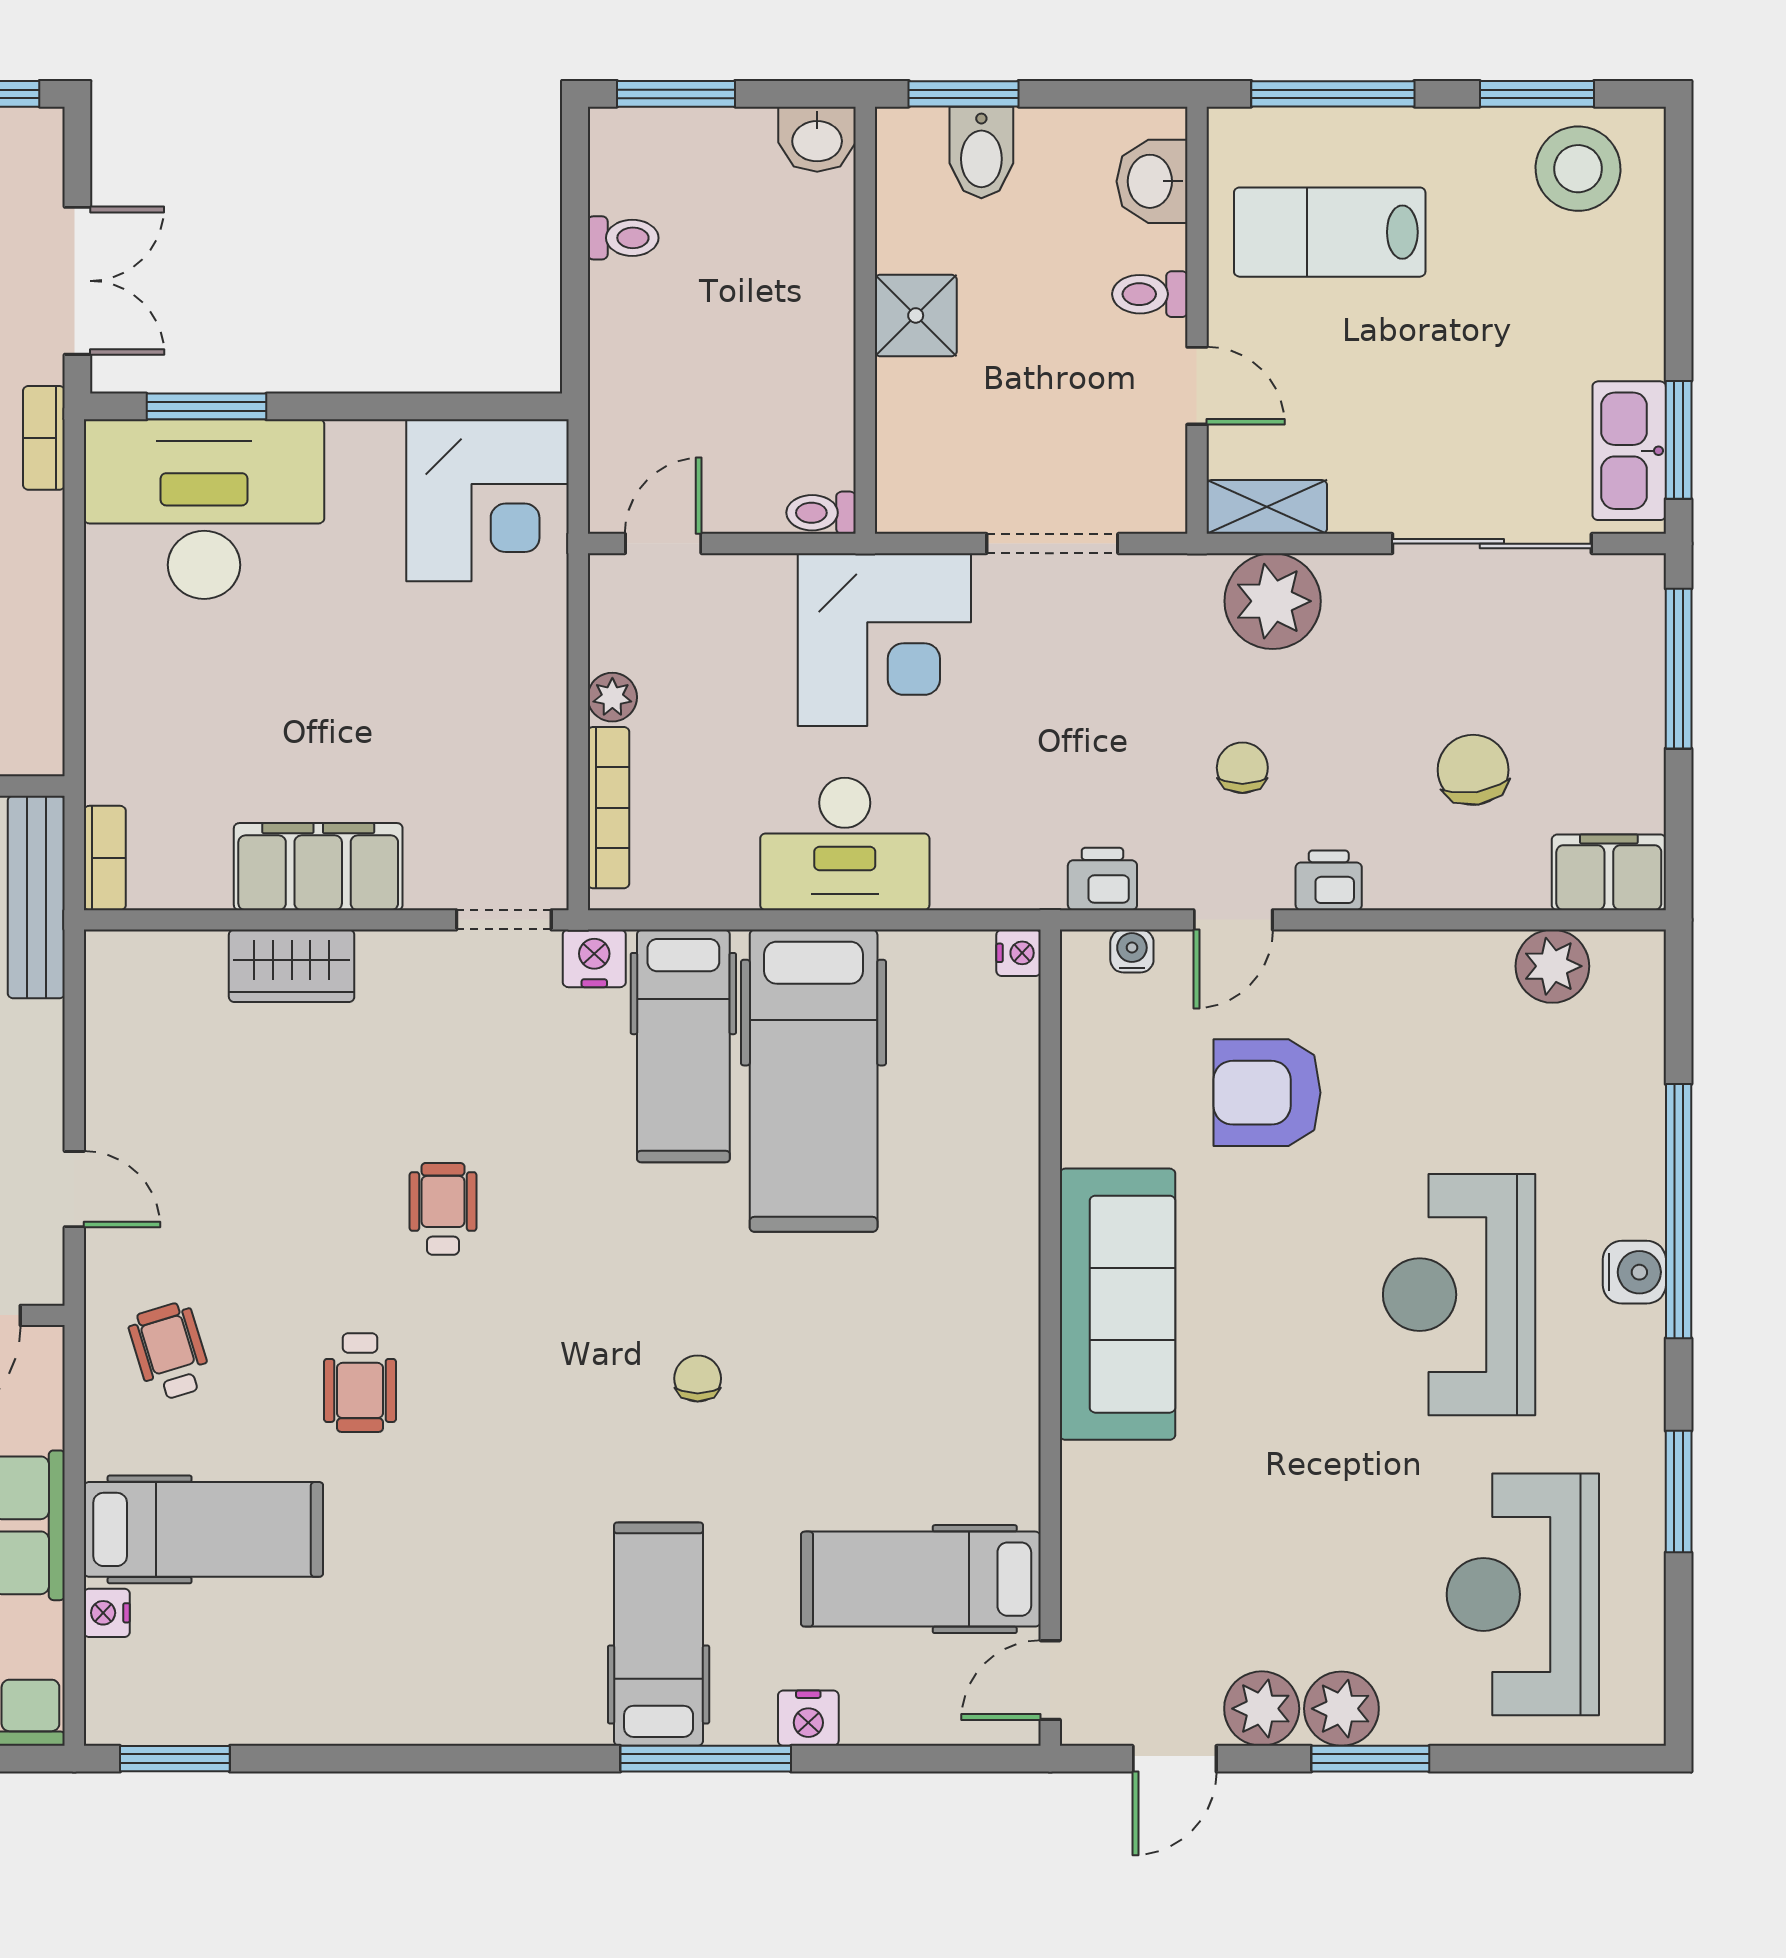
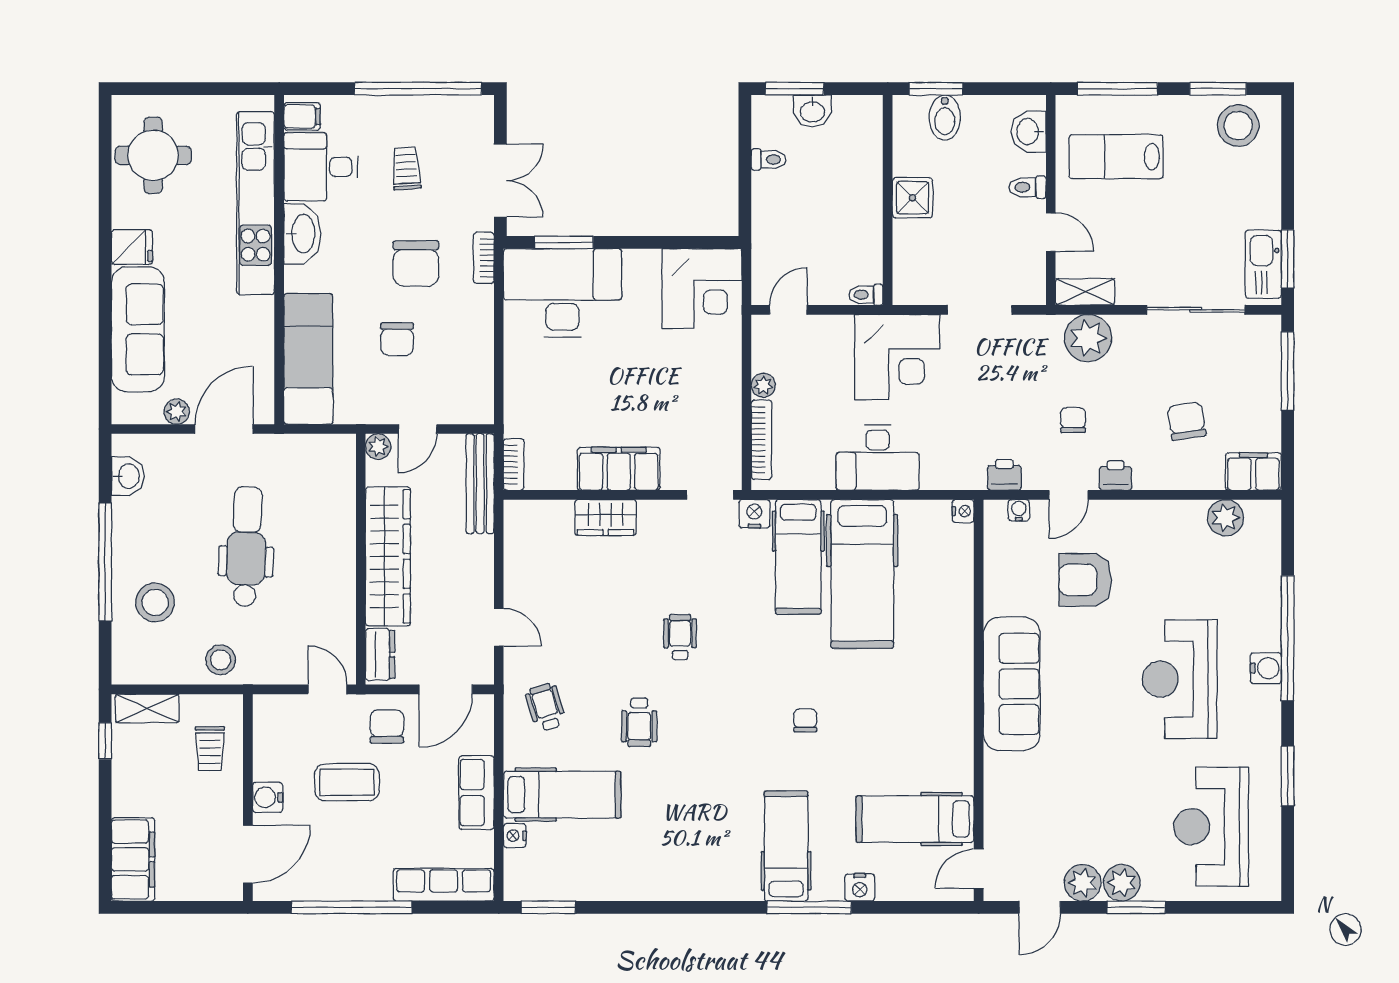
washbasin: (817, 139) -> (812, 111), moved

